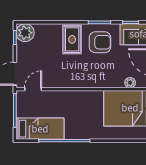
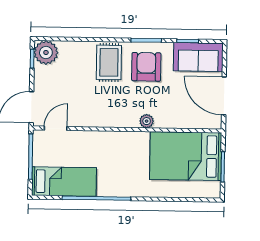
armchair: (100, 42) -> (146, 67), turned -90
plant: (130, 83) -> (147, 121), moved

